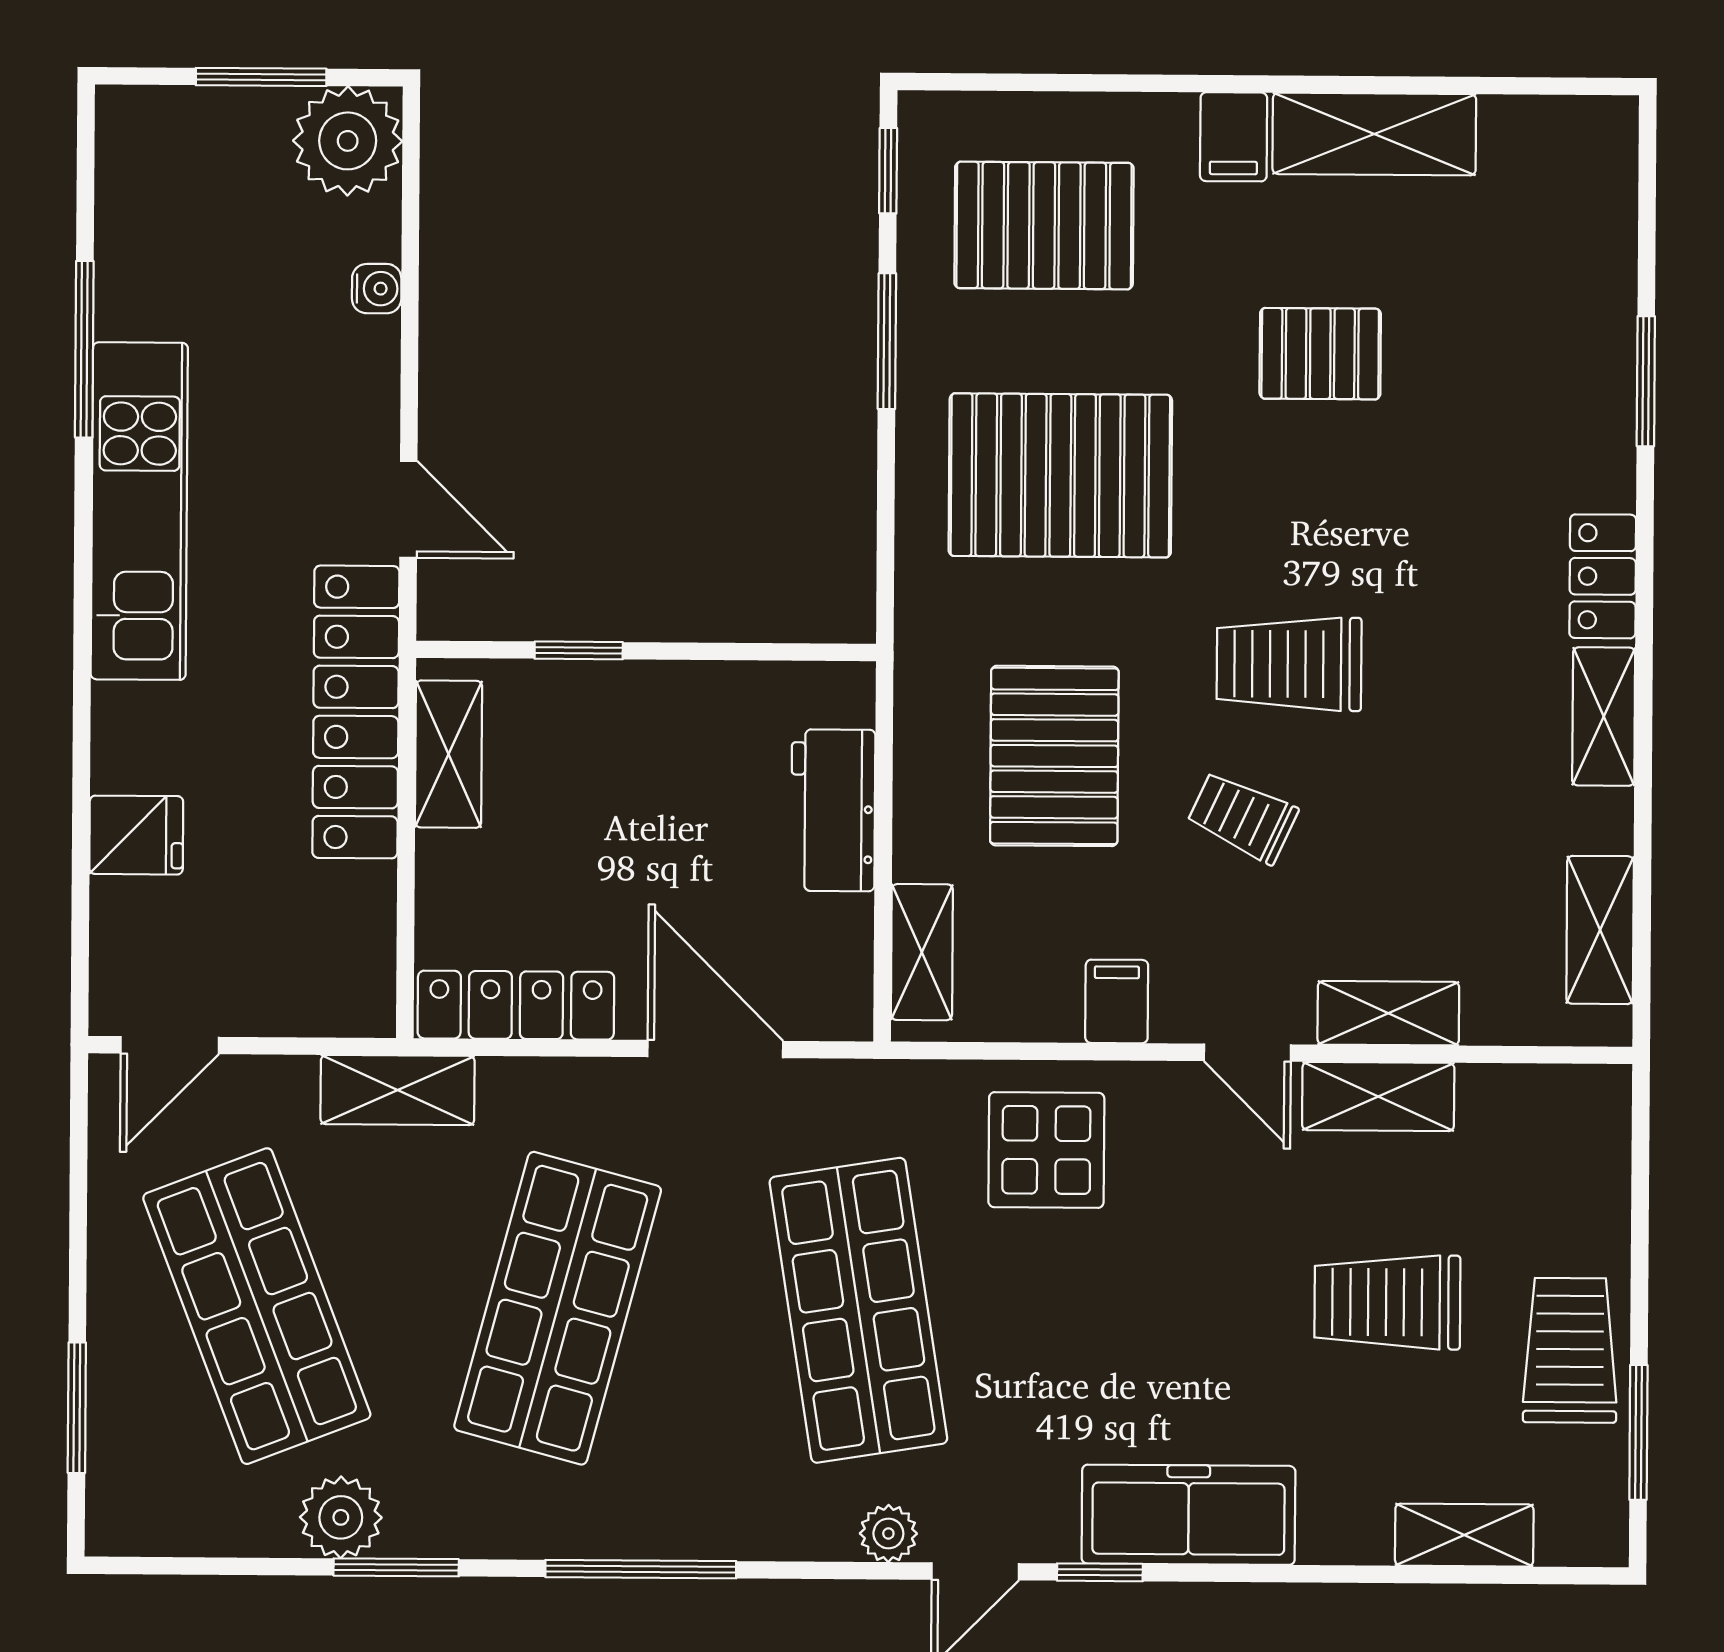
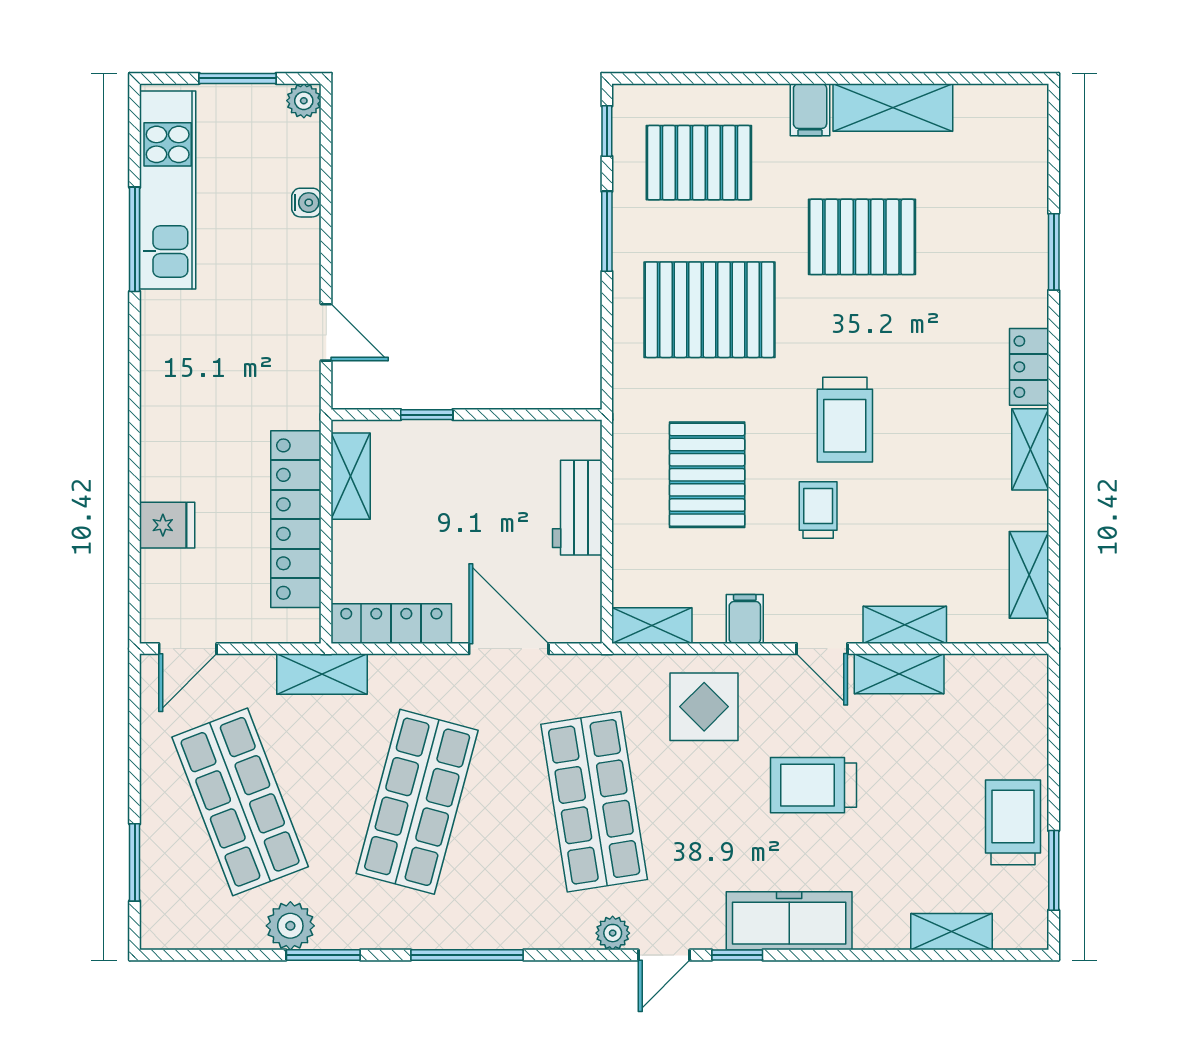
plant: (348, 141) -> (304, 101), width x0.53, depth x0.53
pallet: (1320, 354) -> (862, 237), width x1.50, depth x1.42
kitchen unit: (139, 511) -> (168, 190), moved
trolley: (1289, 664) -> (845, 420), turned -90
locker: (356, 712) -> (296, 519), moved
trolley: (1243, 817) -> (818, 510), turned 65
shelving: (922, 952) -> (652, 626), moved, turned 90
trolley: (1387, 1302) -> (813, 785), moved

